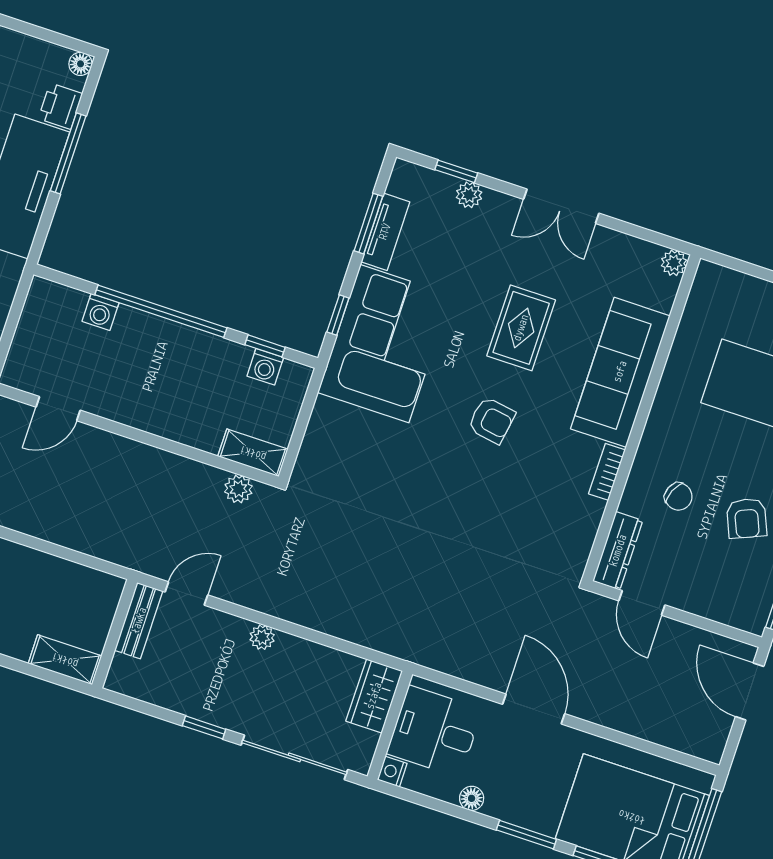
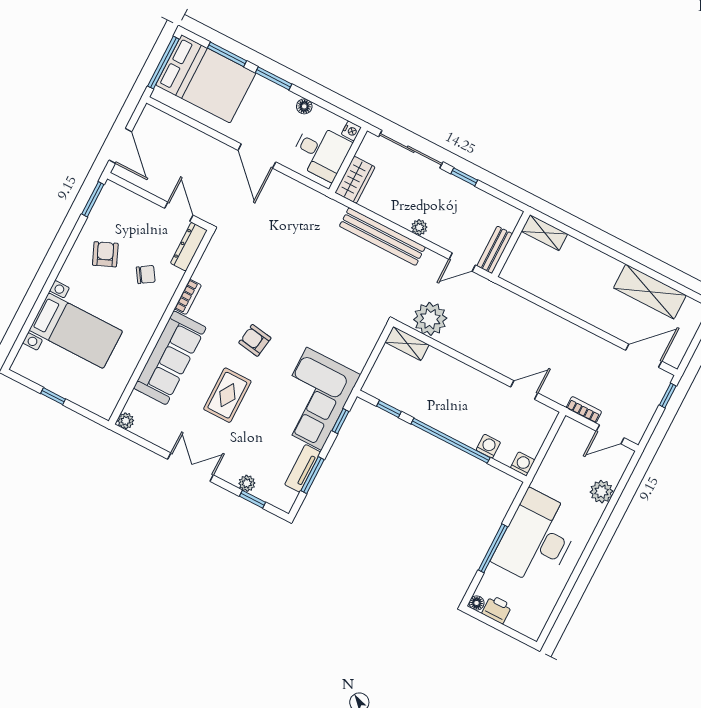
printer: (60, 106) -> (497, 609), moved, turned -90
washing machine: (265, 367) -> (523, 464), moved
plant: (238, 489) -> (430, 319), width x1.87, depth x1.87
chair: (678, 497) -> (146, 275), turned 124
bench: (318, 614) -> (382, 237), added

